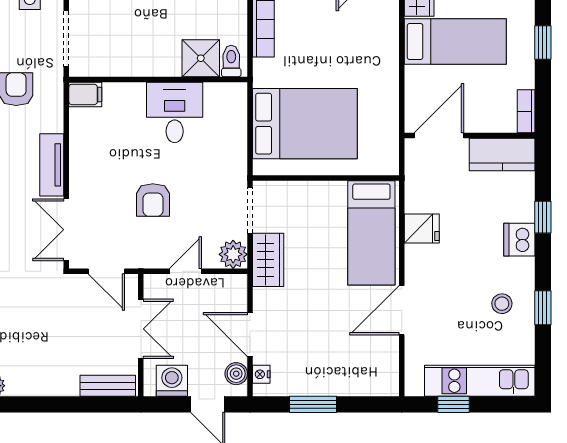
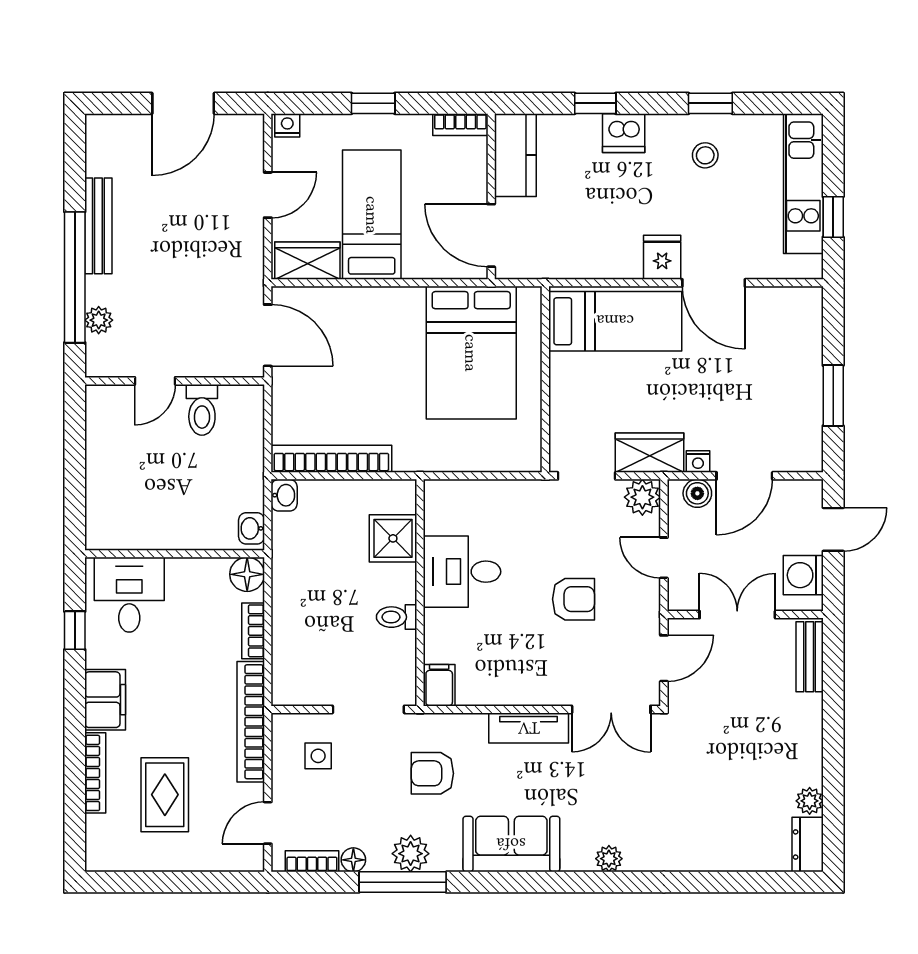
toilet: (231, 61) -> (397, 617), moved
bed: (305, 124) -> (471, 353), moved, turned 180
fridge: (422, 228) -> (662, 257), moved
boiler: (236, 374) -> (697, 493), moved
nightstand: (261, 374) -> (698, 461), moved

